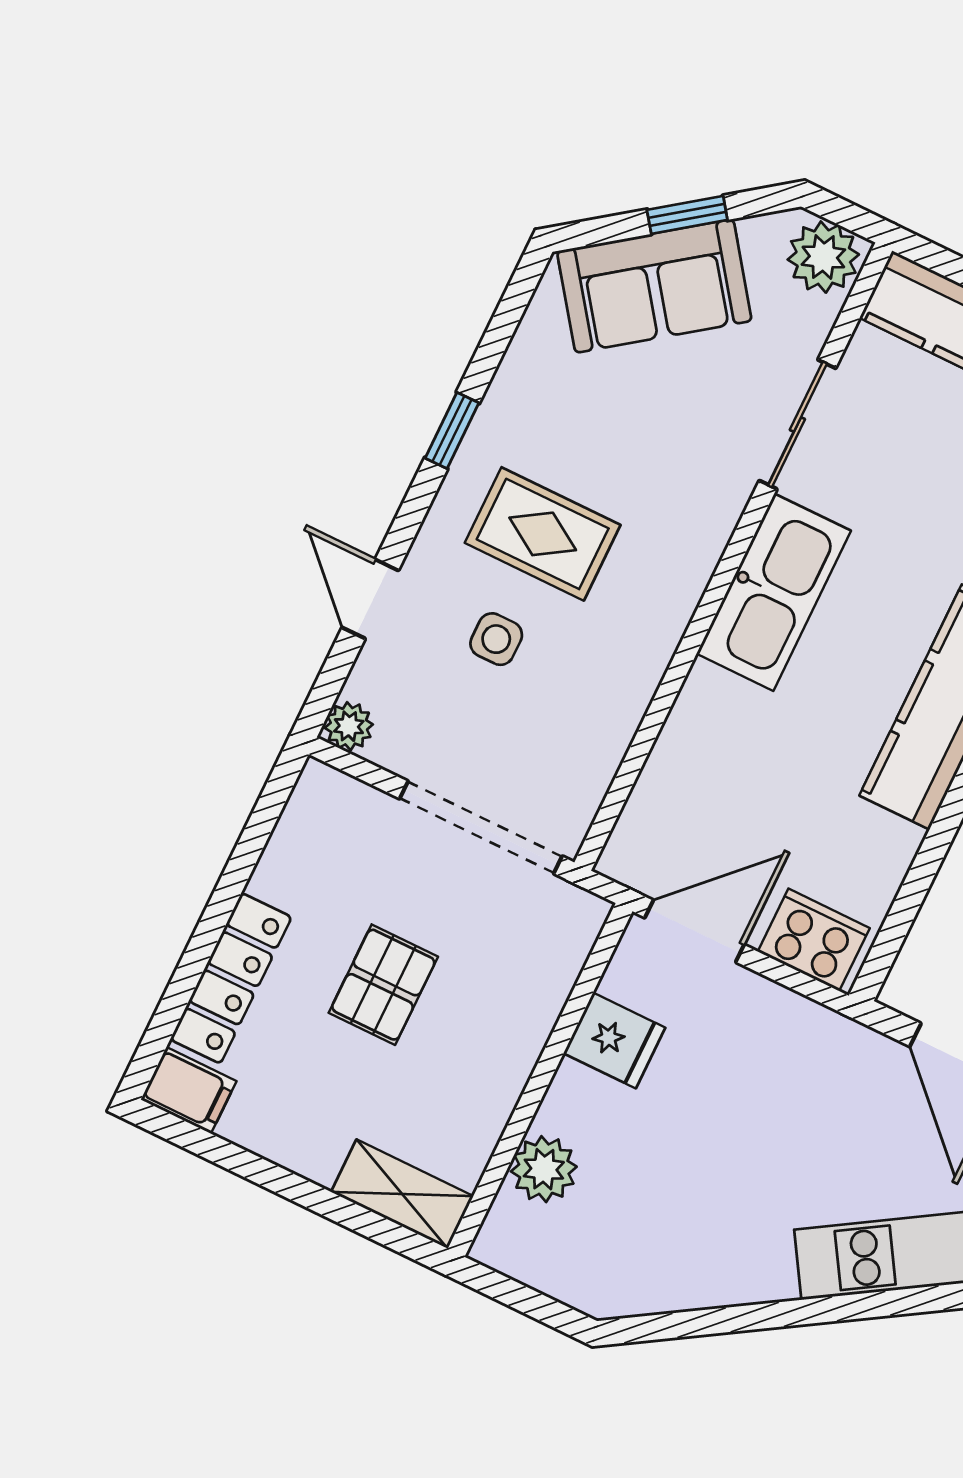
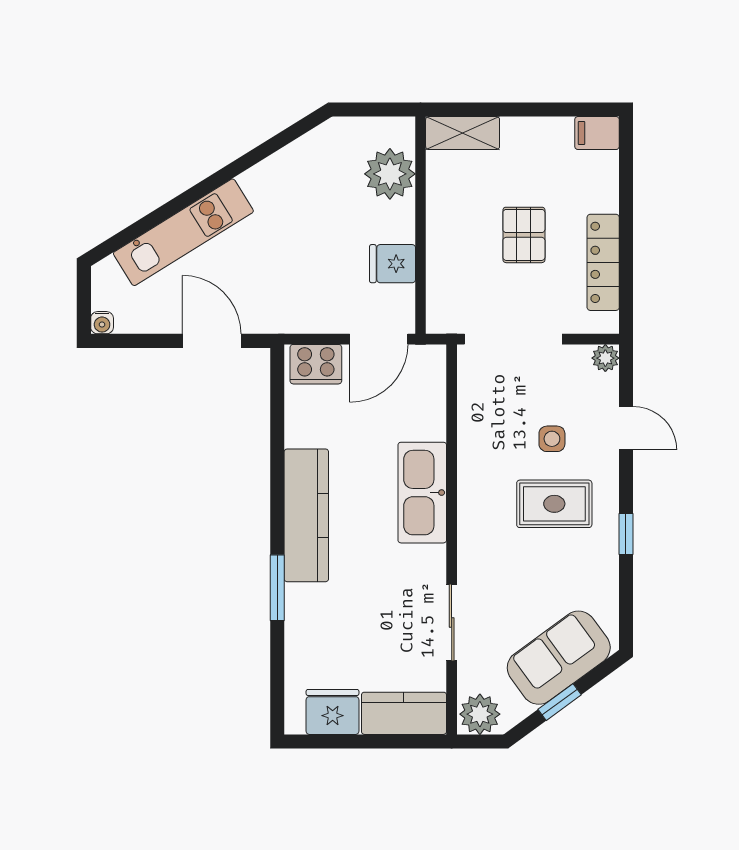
kitchen sink: (774, 592) -> (422, 493), moved
locker: (231, 978) -> (603, 262), moved
plant: (544, 1169) -> (390, 174), width x1.36, depth x1.36

